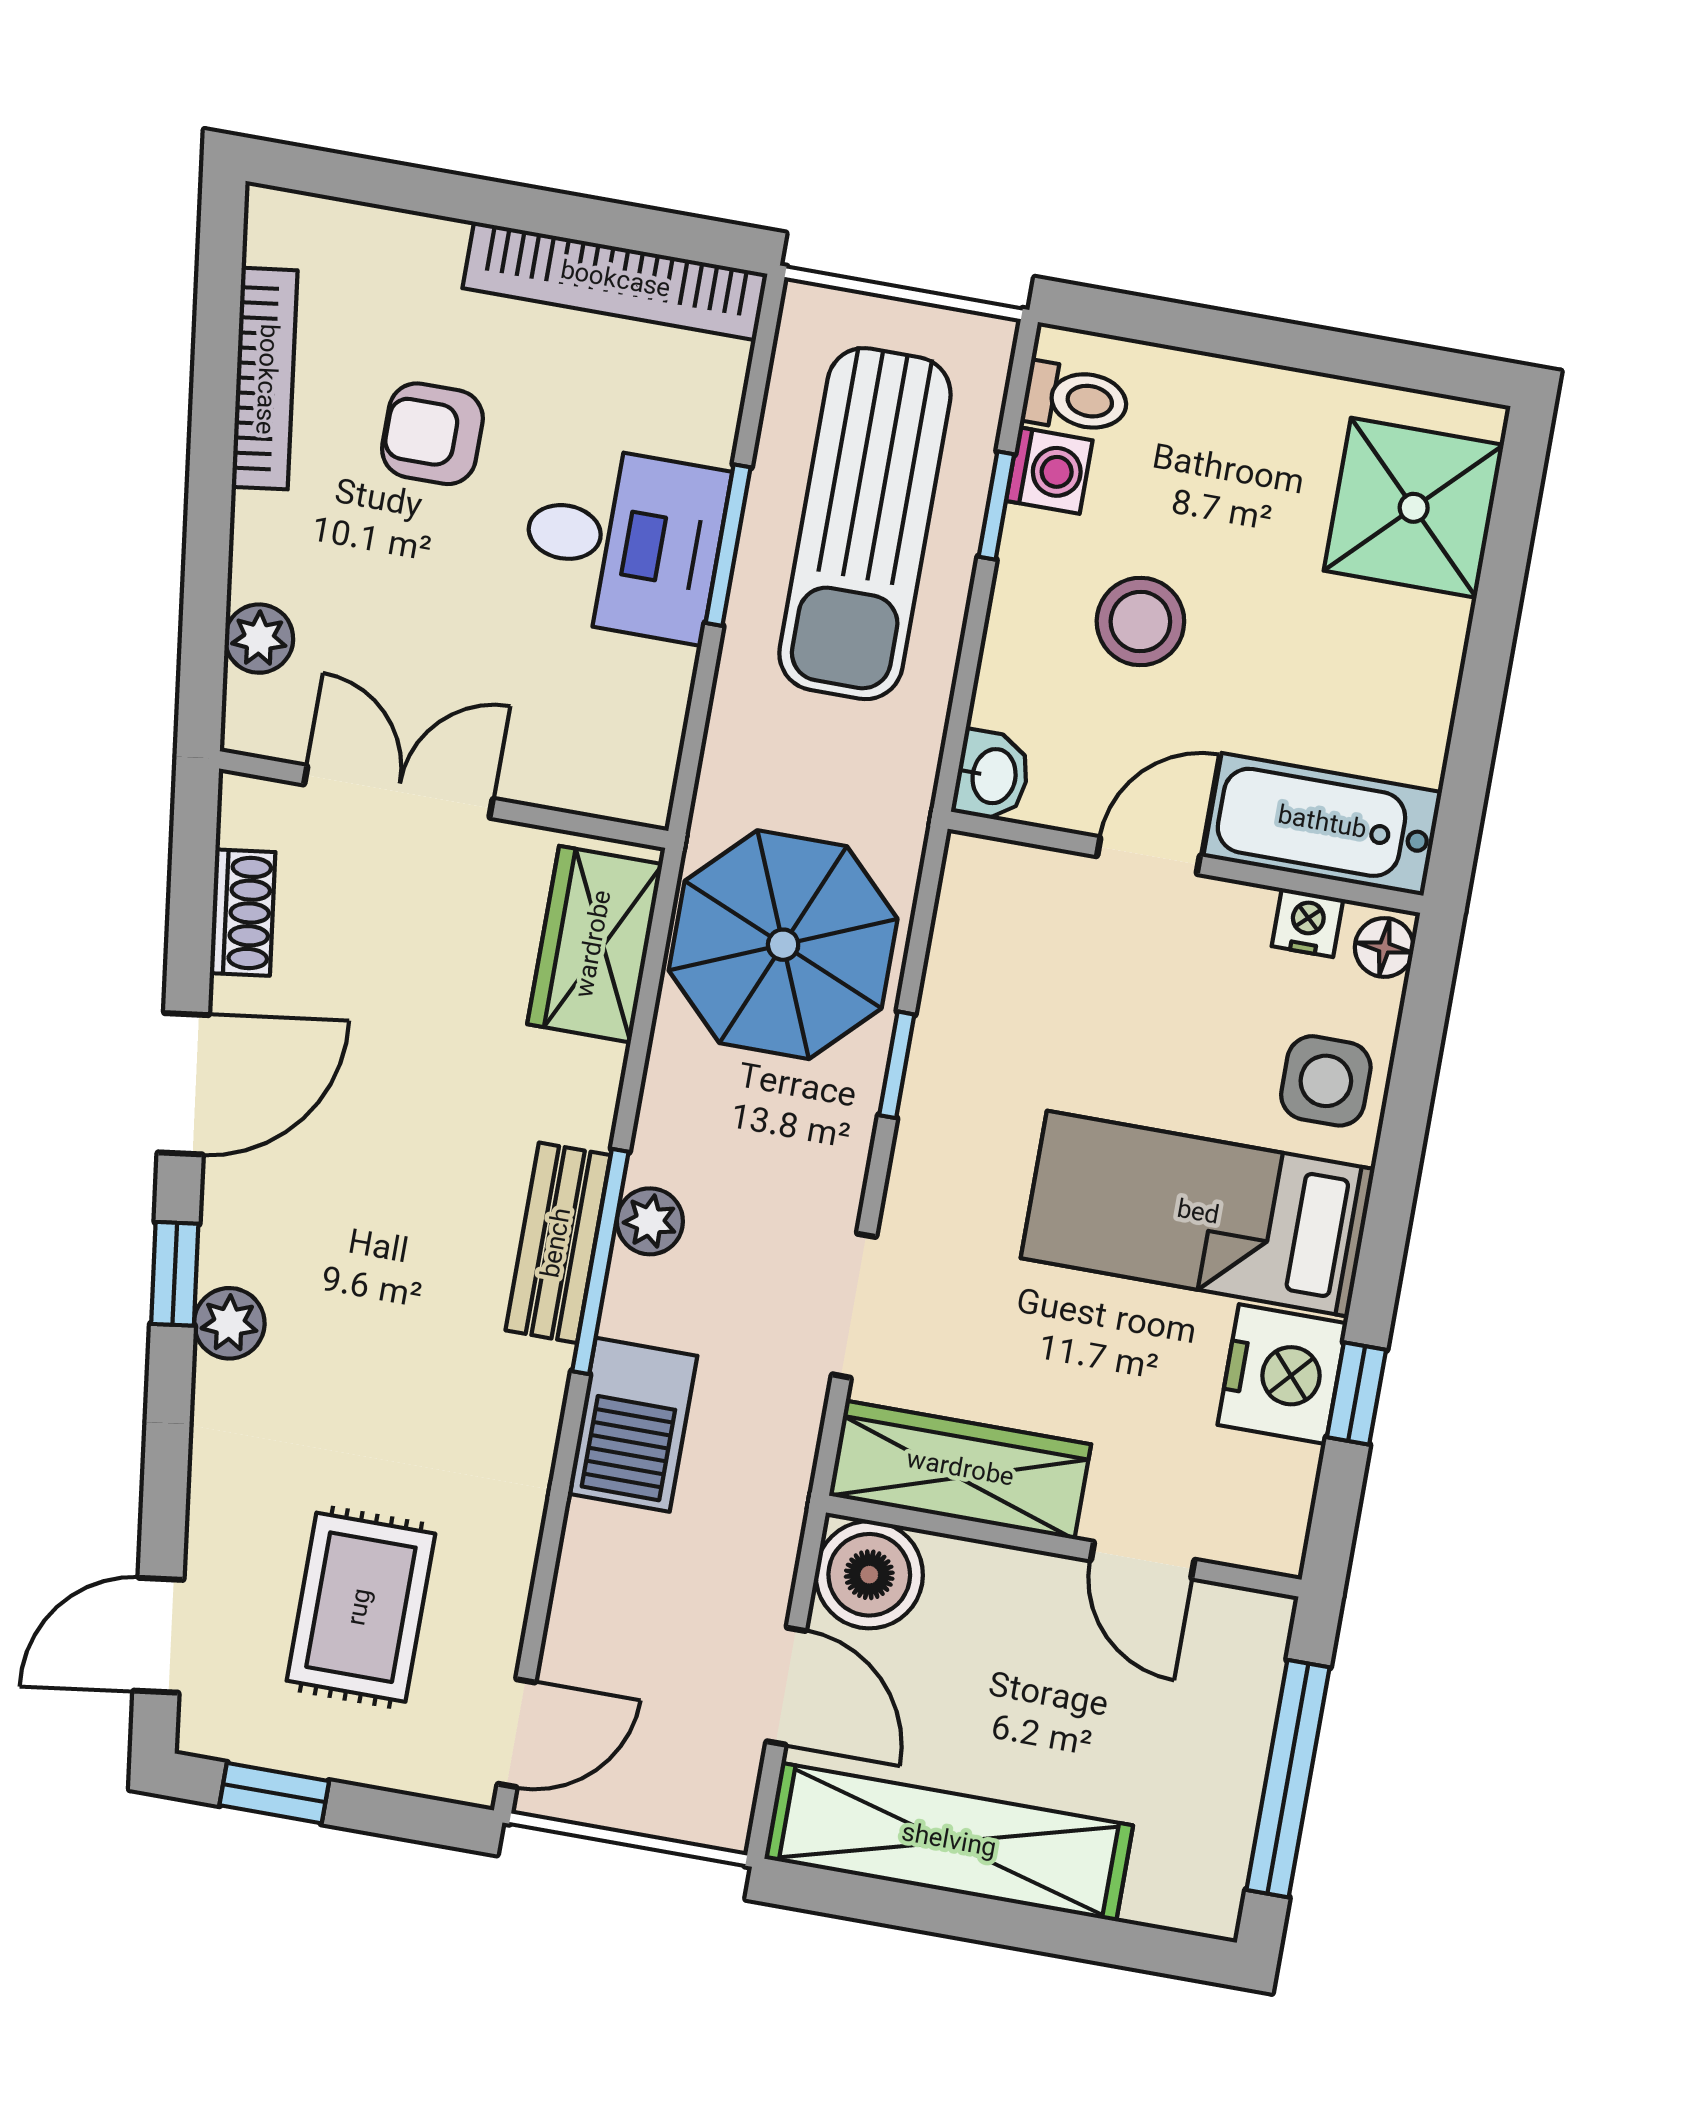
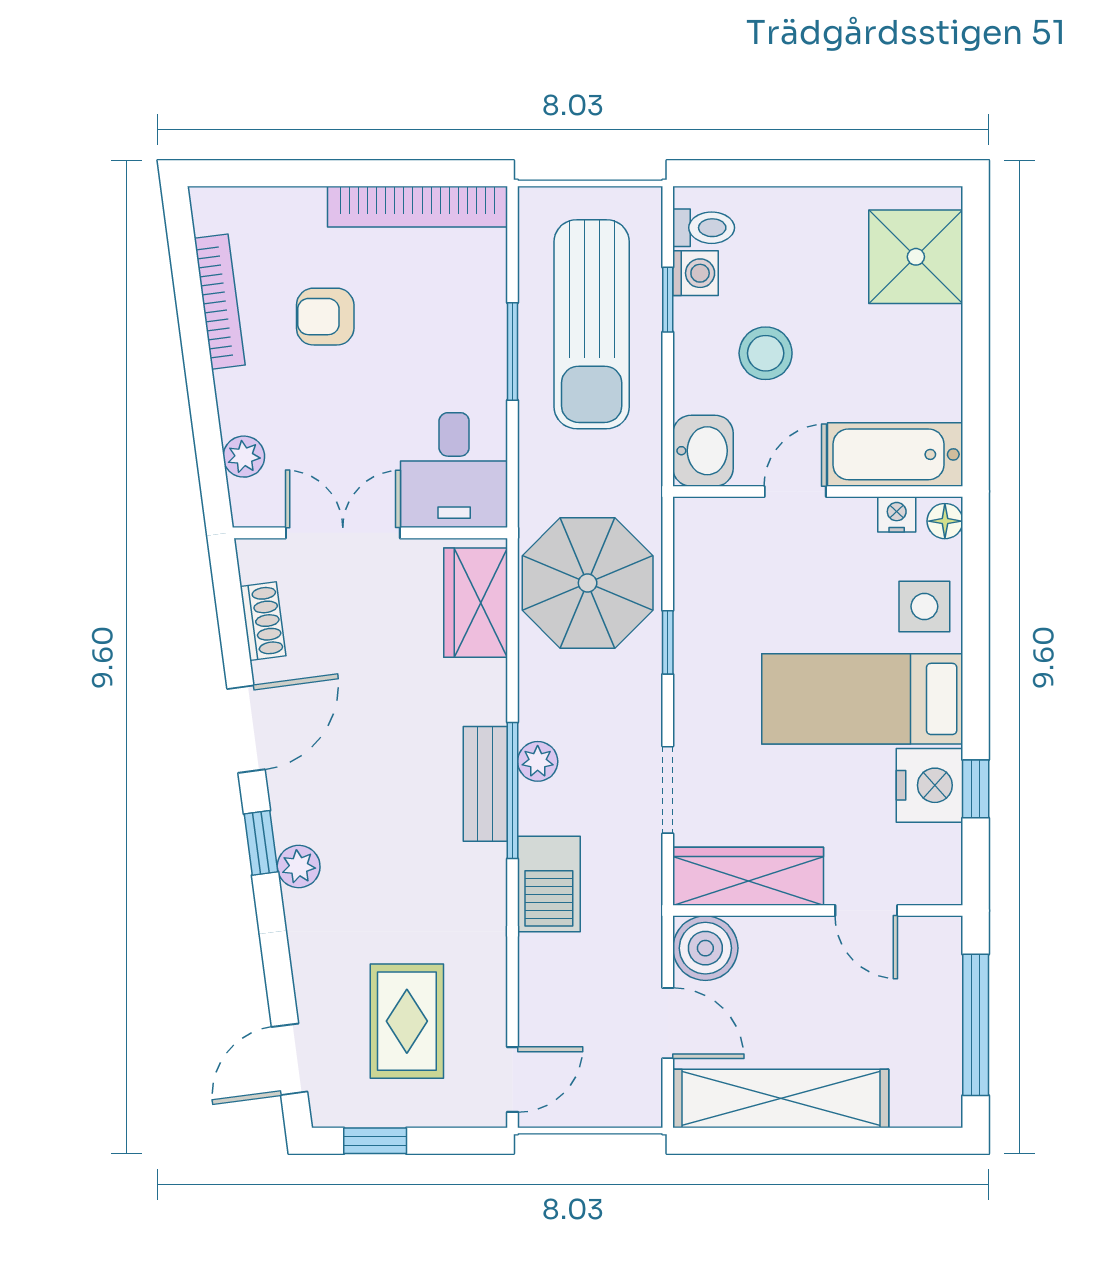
desk: (623, 542) -> (454, 470), moved, turned 90
washbasin: (992, 776) -> (703, 451), width x1.38, depth x1.45

